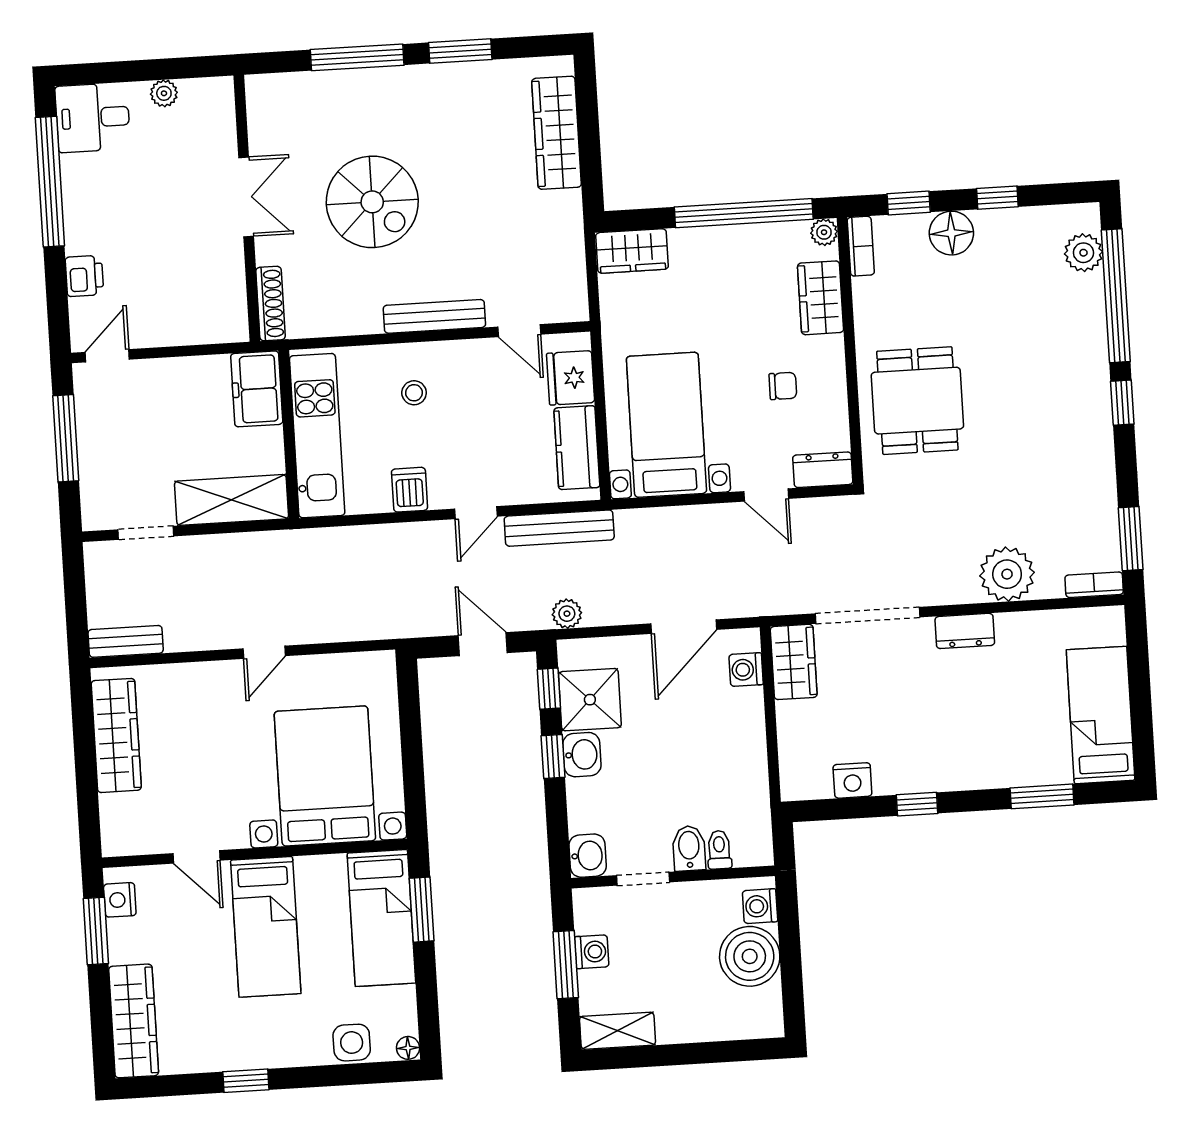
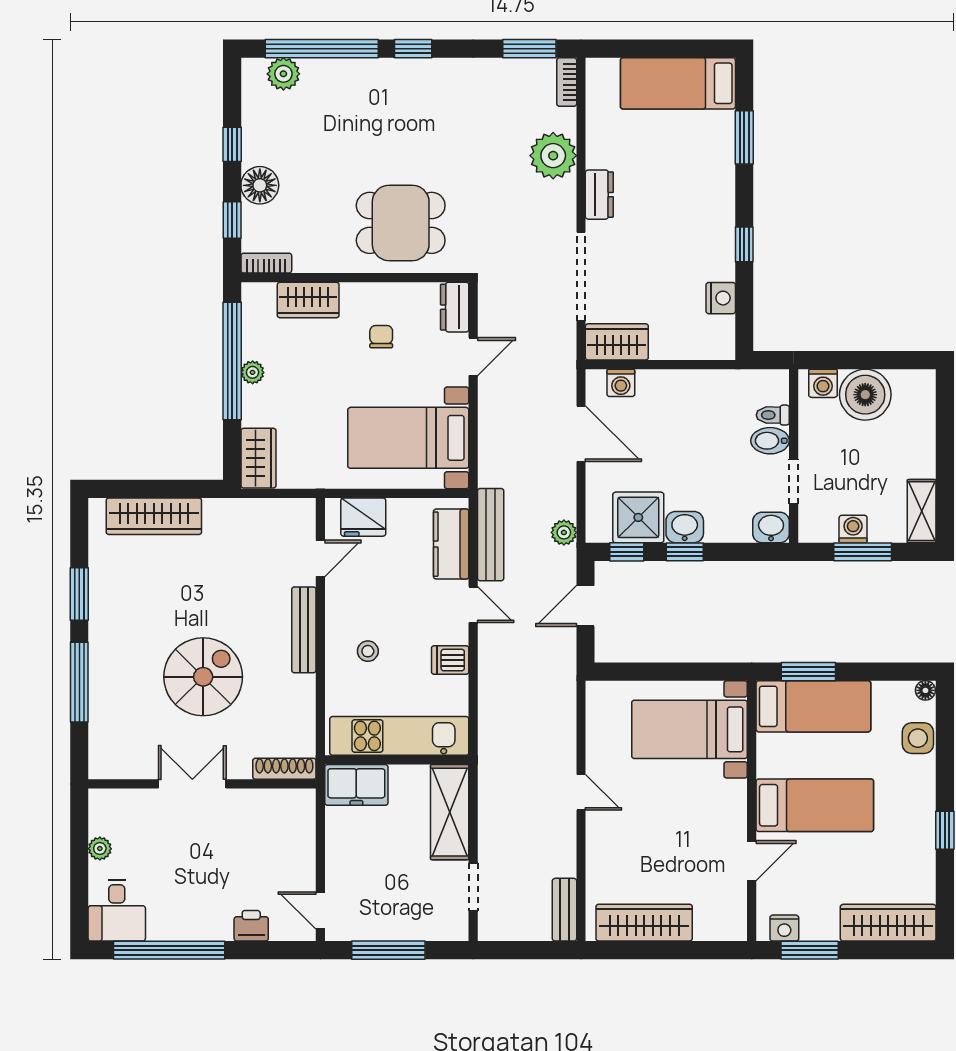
plant: (824, 232) -> (253, 372), moved
kitchen counter: (577, 448) -> (451, 544), moved, turned 90
bed with nightstands: (325, 776) -> (690, 729), width x0.73

